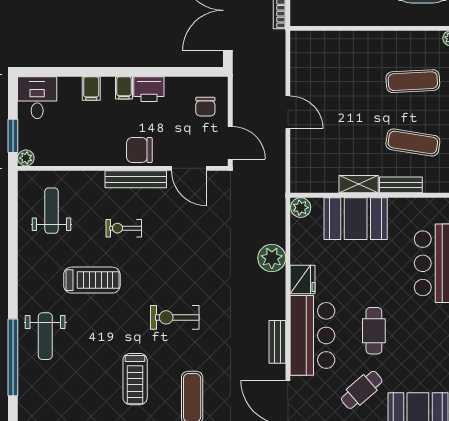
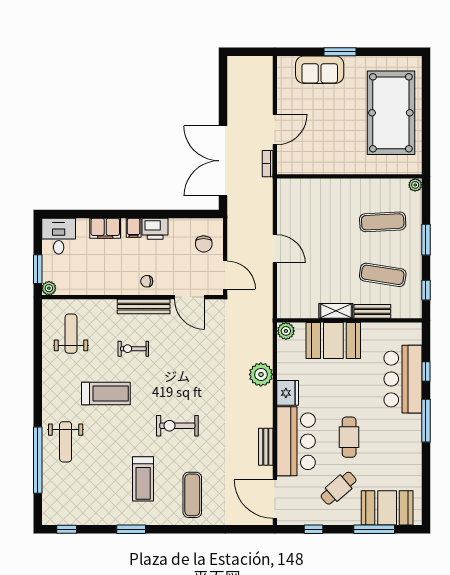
filing cabinet: (91, 89) -> (105, 228), width x2.00
chair: (139, 150) -> (147, 281), width x0.54, depth x0.54

